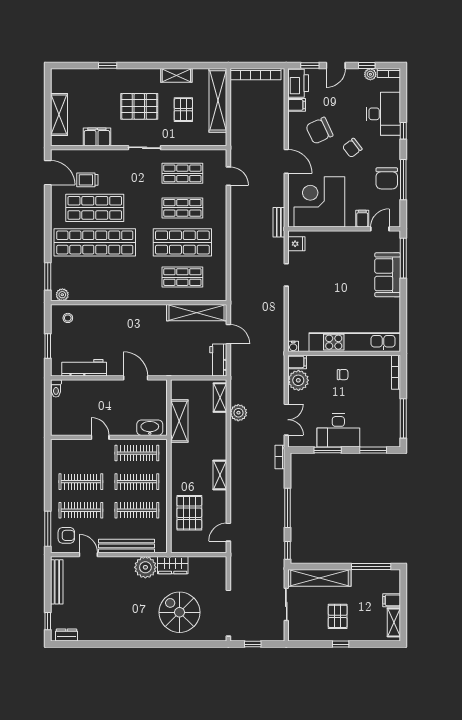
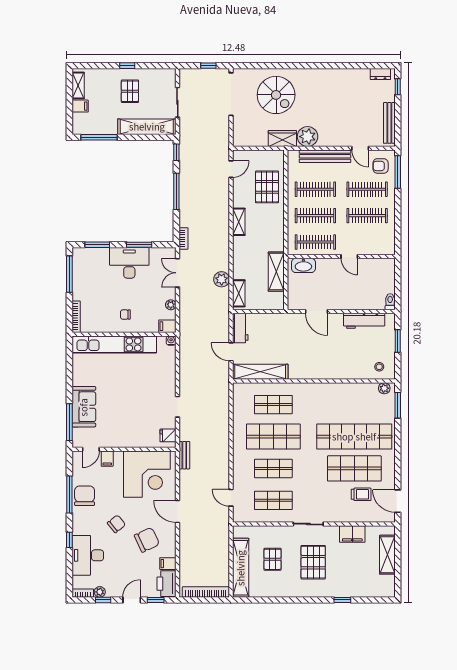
shelving: (176, 75) -> (279, 591), removed
pallet: (139, 106) -> (313, 562), turned 90
plant: (298, 380) -> (171, 305), width x0.53, depth x0.53

